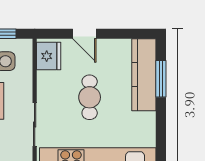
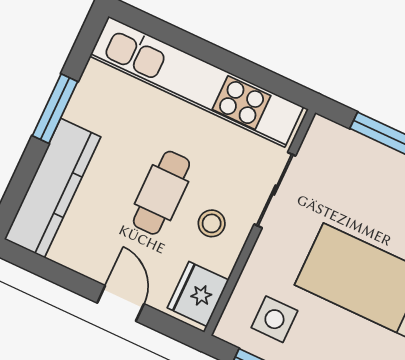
window: (161, 79) -> (55, 109), moved
stool: (58, 94) -> (212, 223), added

